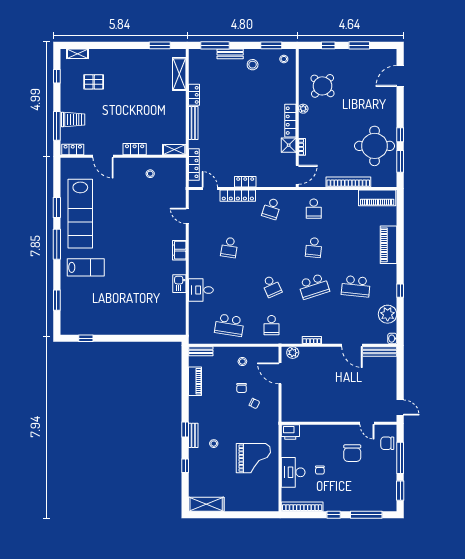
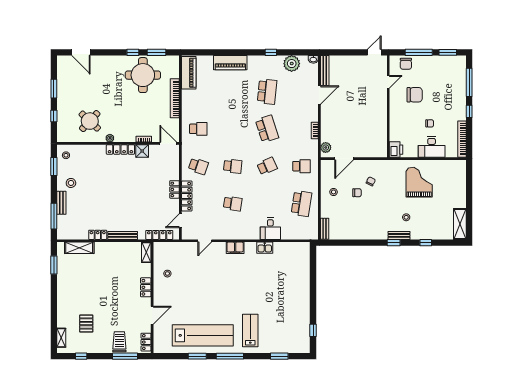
school desk: (314, 247) -> (233, 166), moved
piano: (195, 381) -> (351, 234), removed

